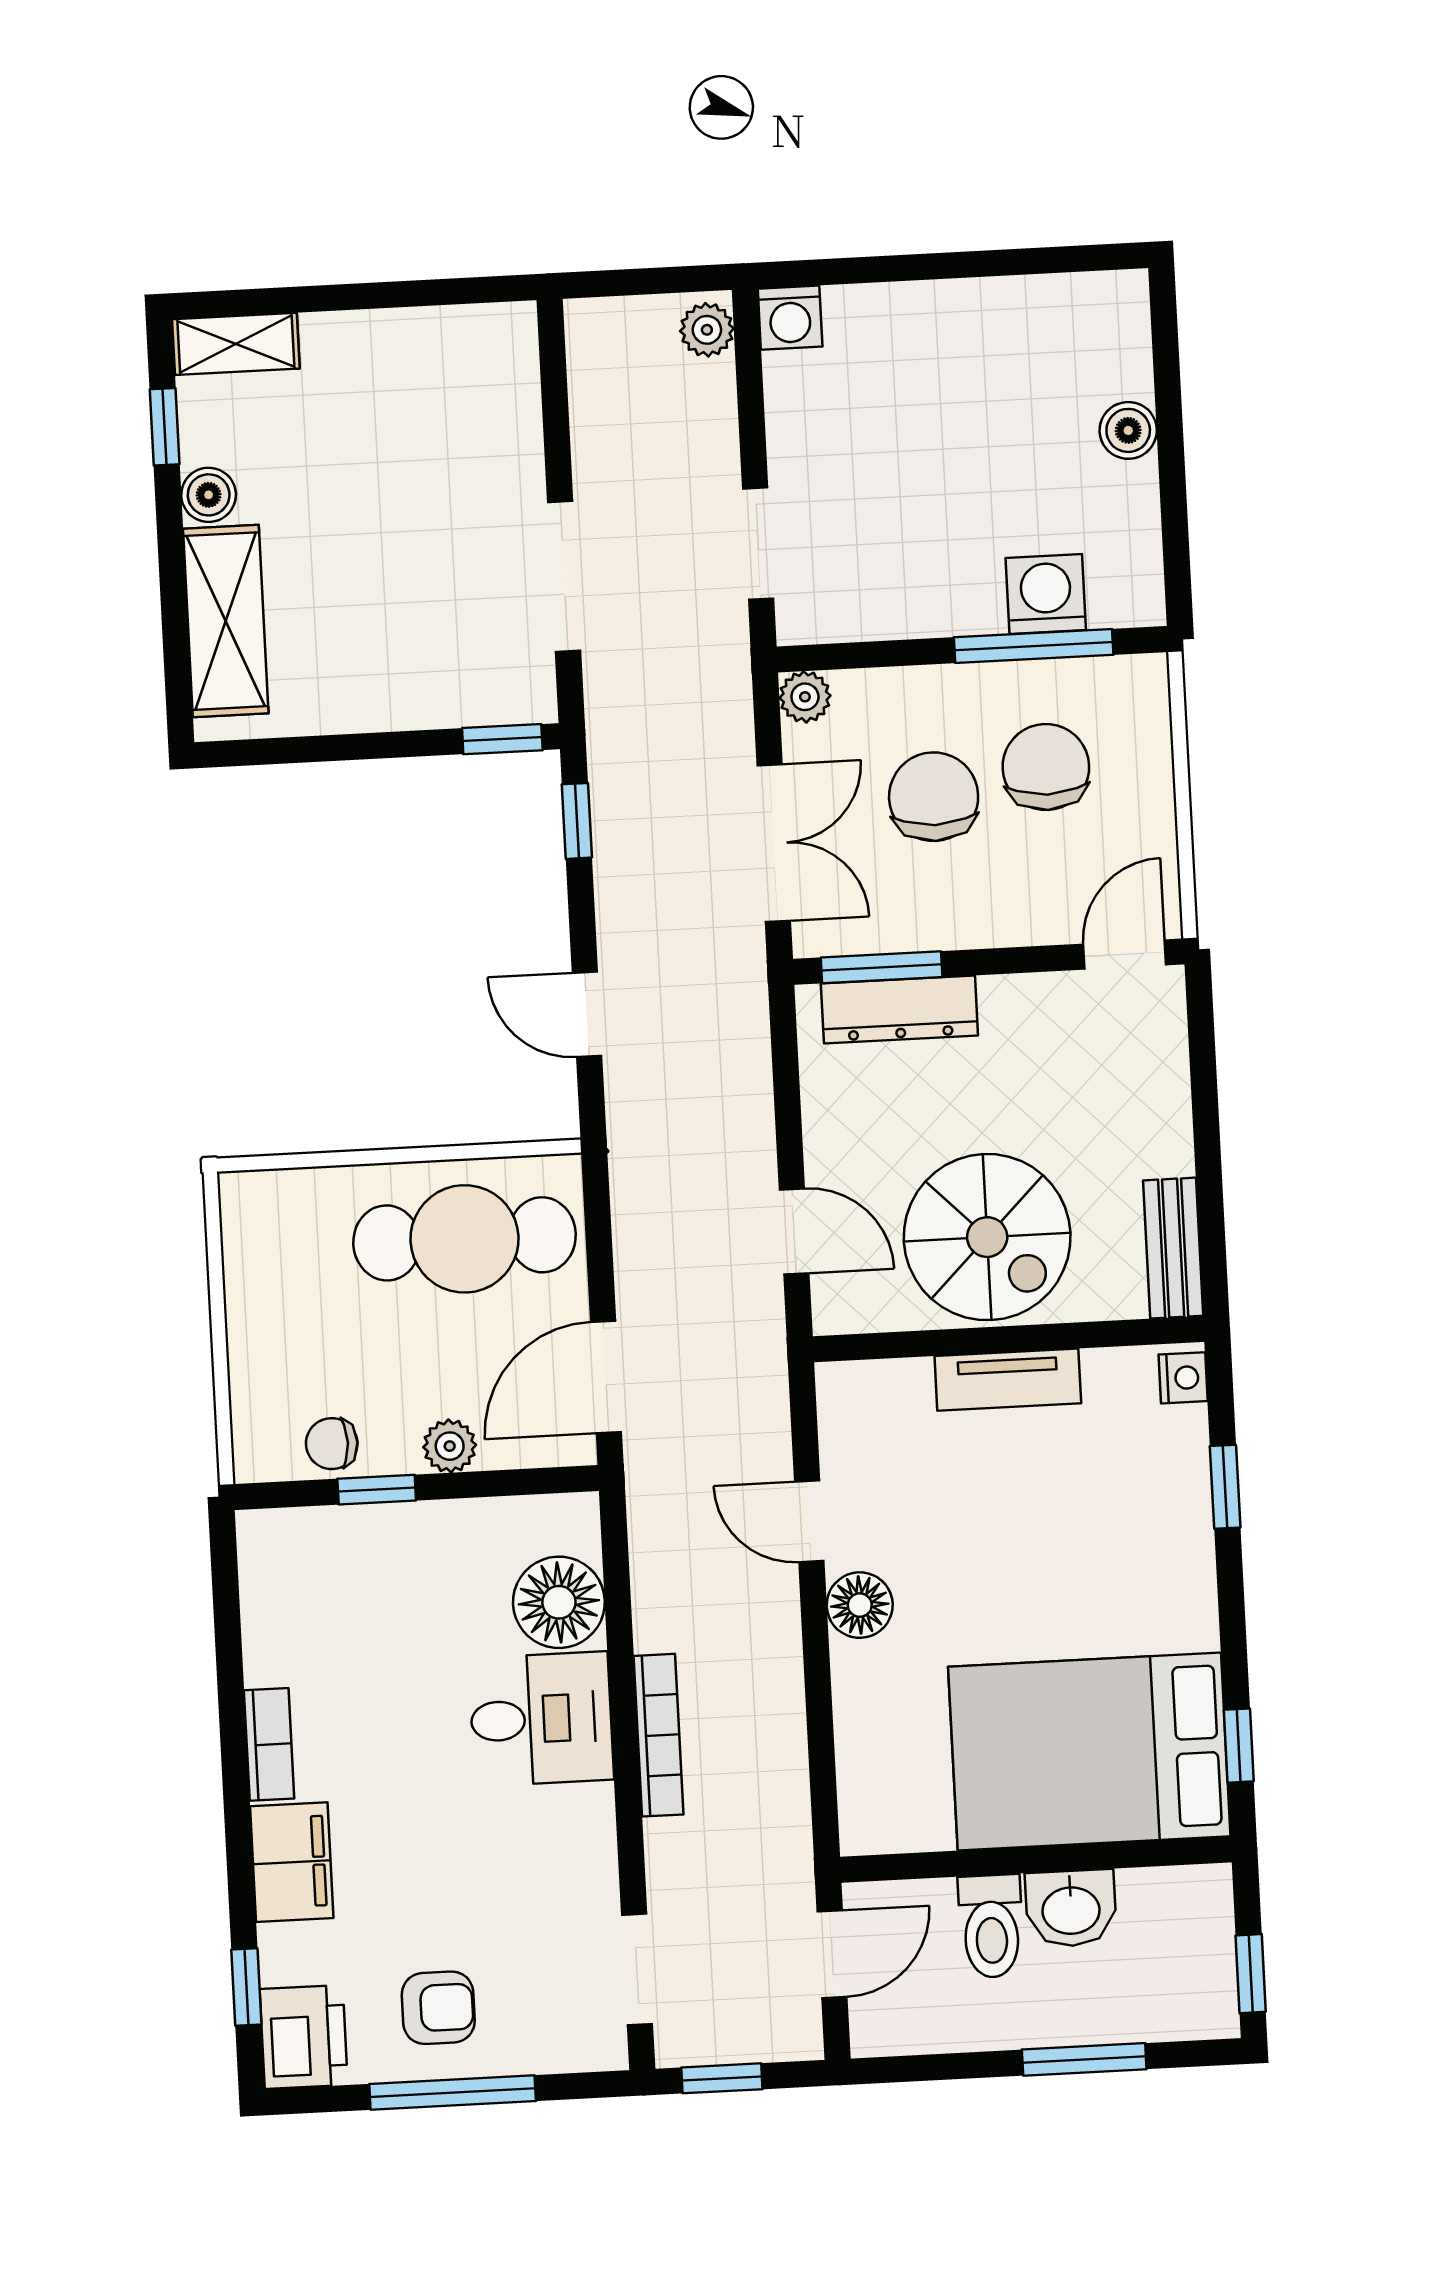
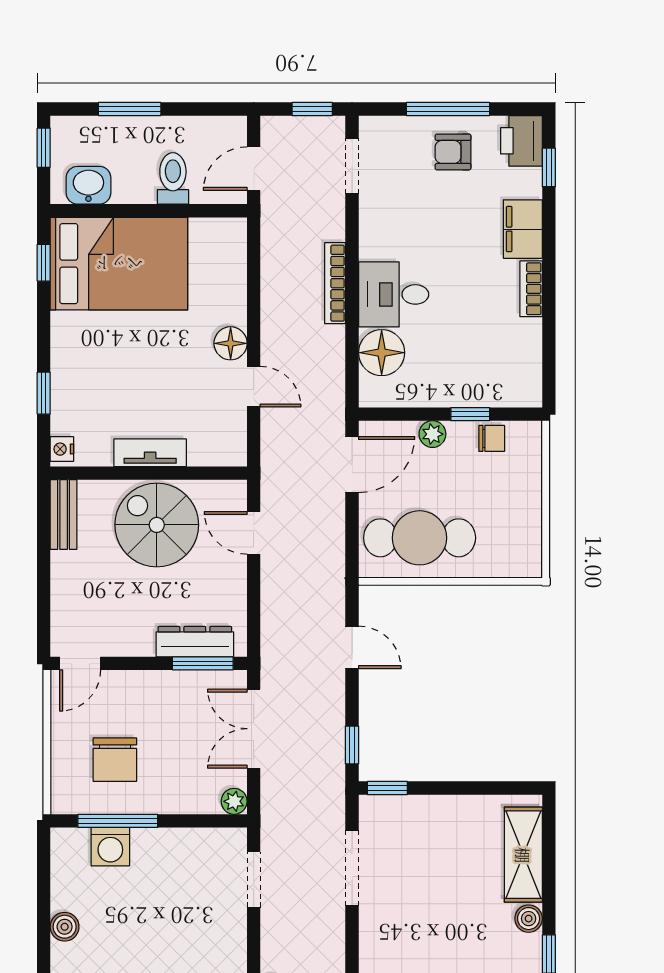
chair: (934, 797) -> (172, 748), removed
washbasin: (1071, 1908) -> (88, 185), moved

